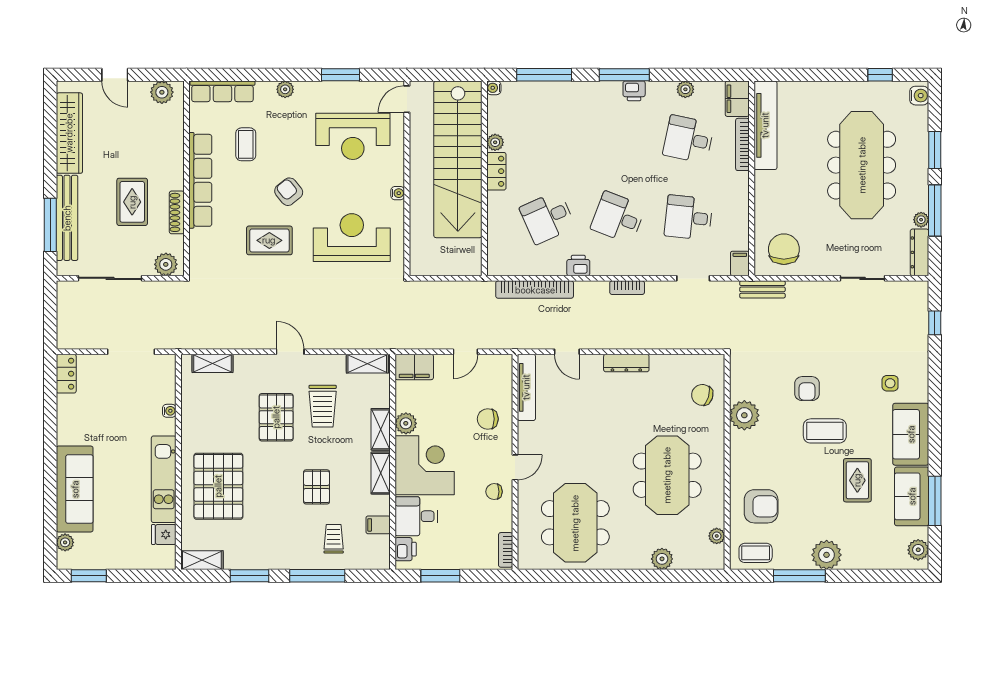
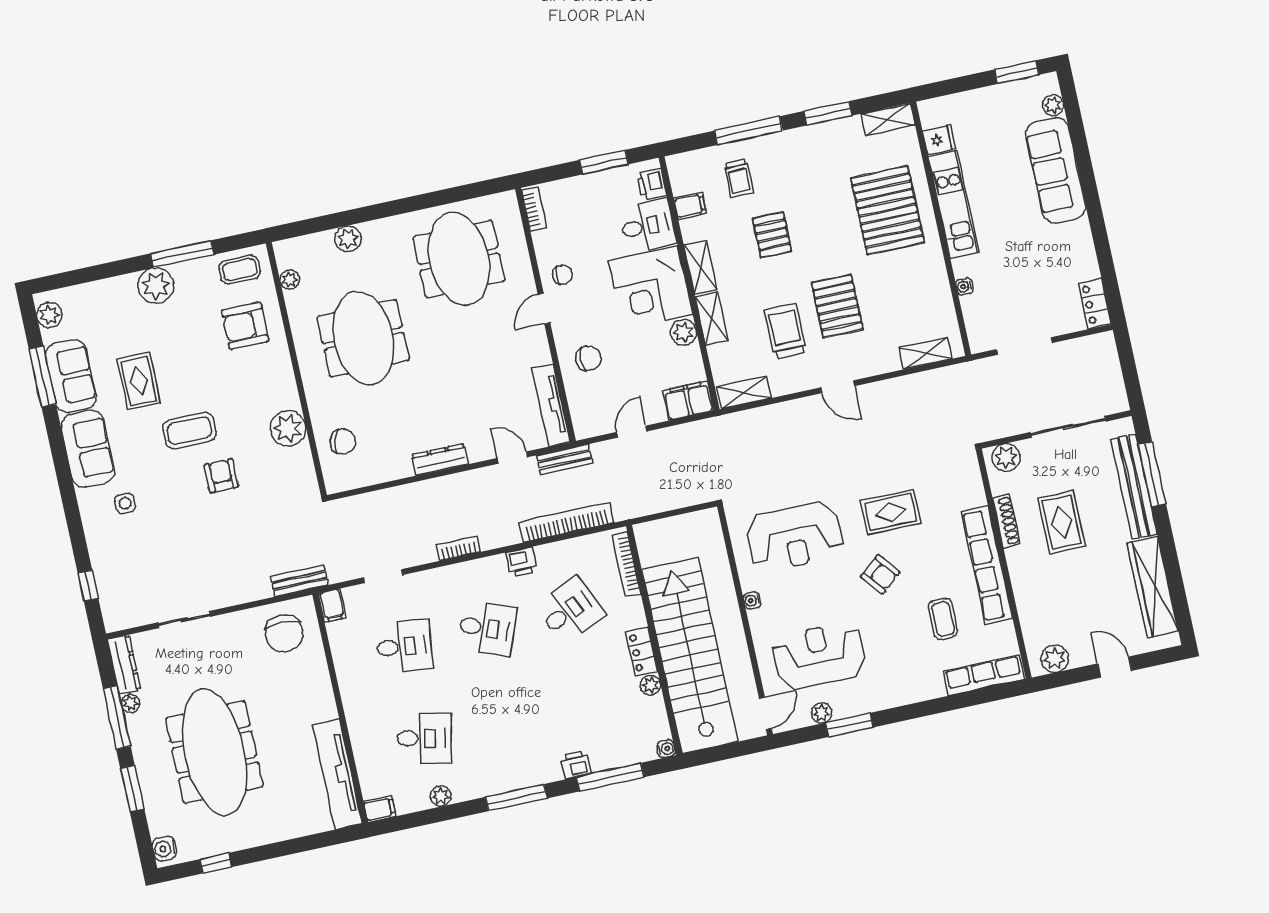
plant: (285, 89) -> (822, 713), moved
printer: (634, 91) -> (576, 765), moved
filing cabinet: (737, 99) -> (380, 809), width x0.50
bookcase: (742, 144) -> (626, 564), moved, turned 180
bench: (525, 341) -> (565, 460), added

